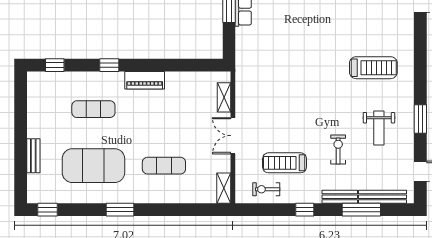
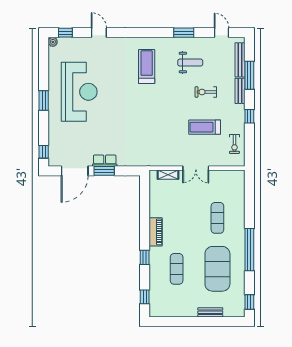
treadmill: (285, 163) -> (205, 127), moved, turned 90
shelving: (224, 188) -> (234, 175), removed
window: (120, 210) -> (249, 250), width x2.11

